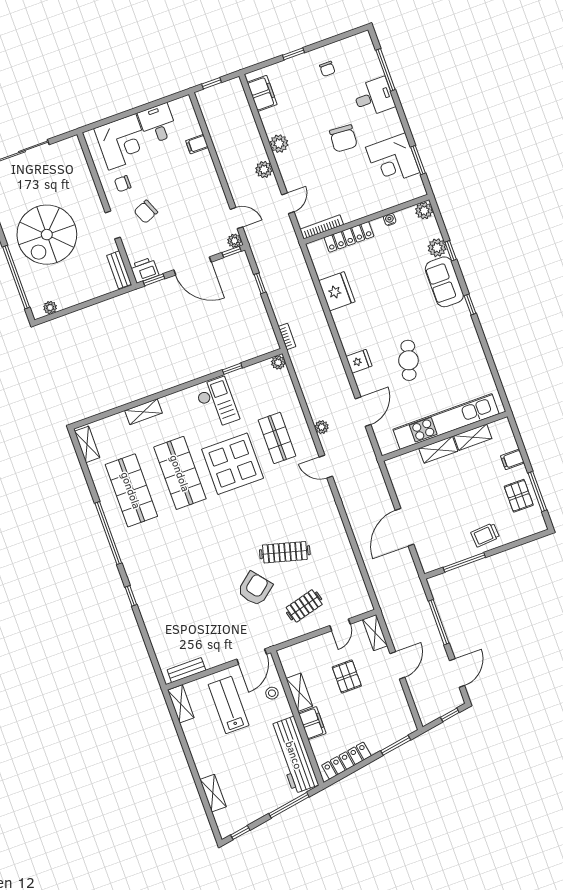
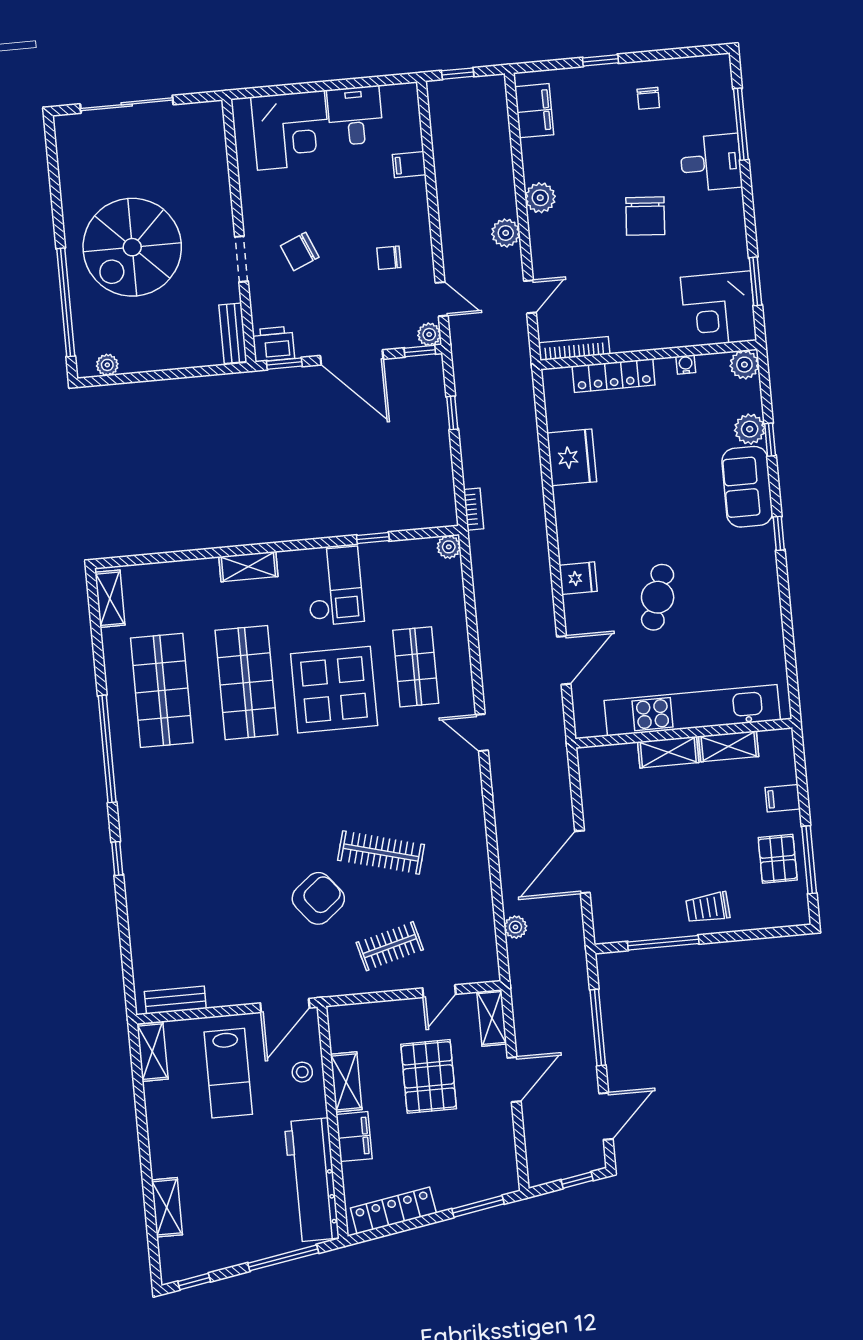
corner desk: (393, 160) -> (719, 309), moved
chair: (123, 184) -> (389, 258), moved
shelving: (143, 412) -> (248, 567), moved
plant: (322, 427) -> (515, 927), moved
pallet: (347, 677) -> (429, 1076), width x1.50, depth x1.42
lab bench: (229, 705) -> (228, 1073), turned 180

